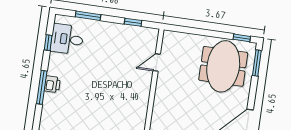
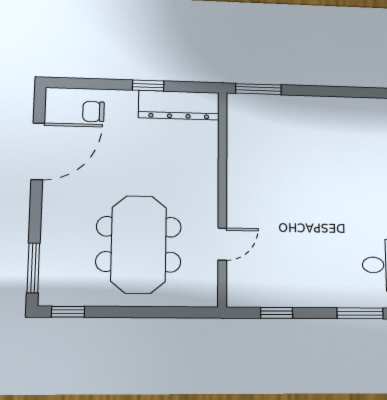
meeting table: (223, 66) -> (139, 244), moved

